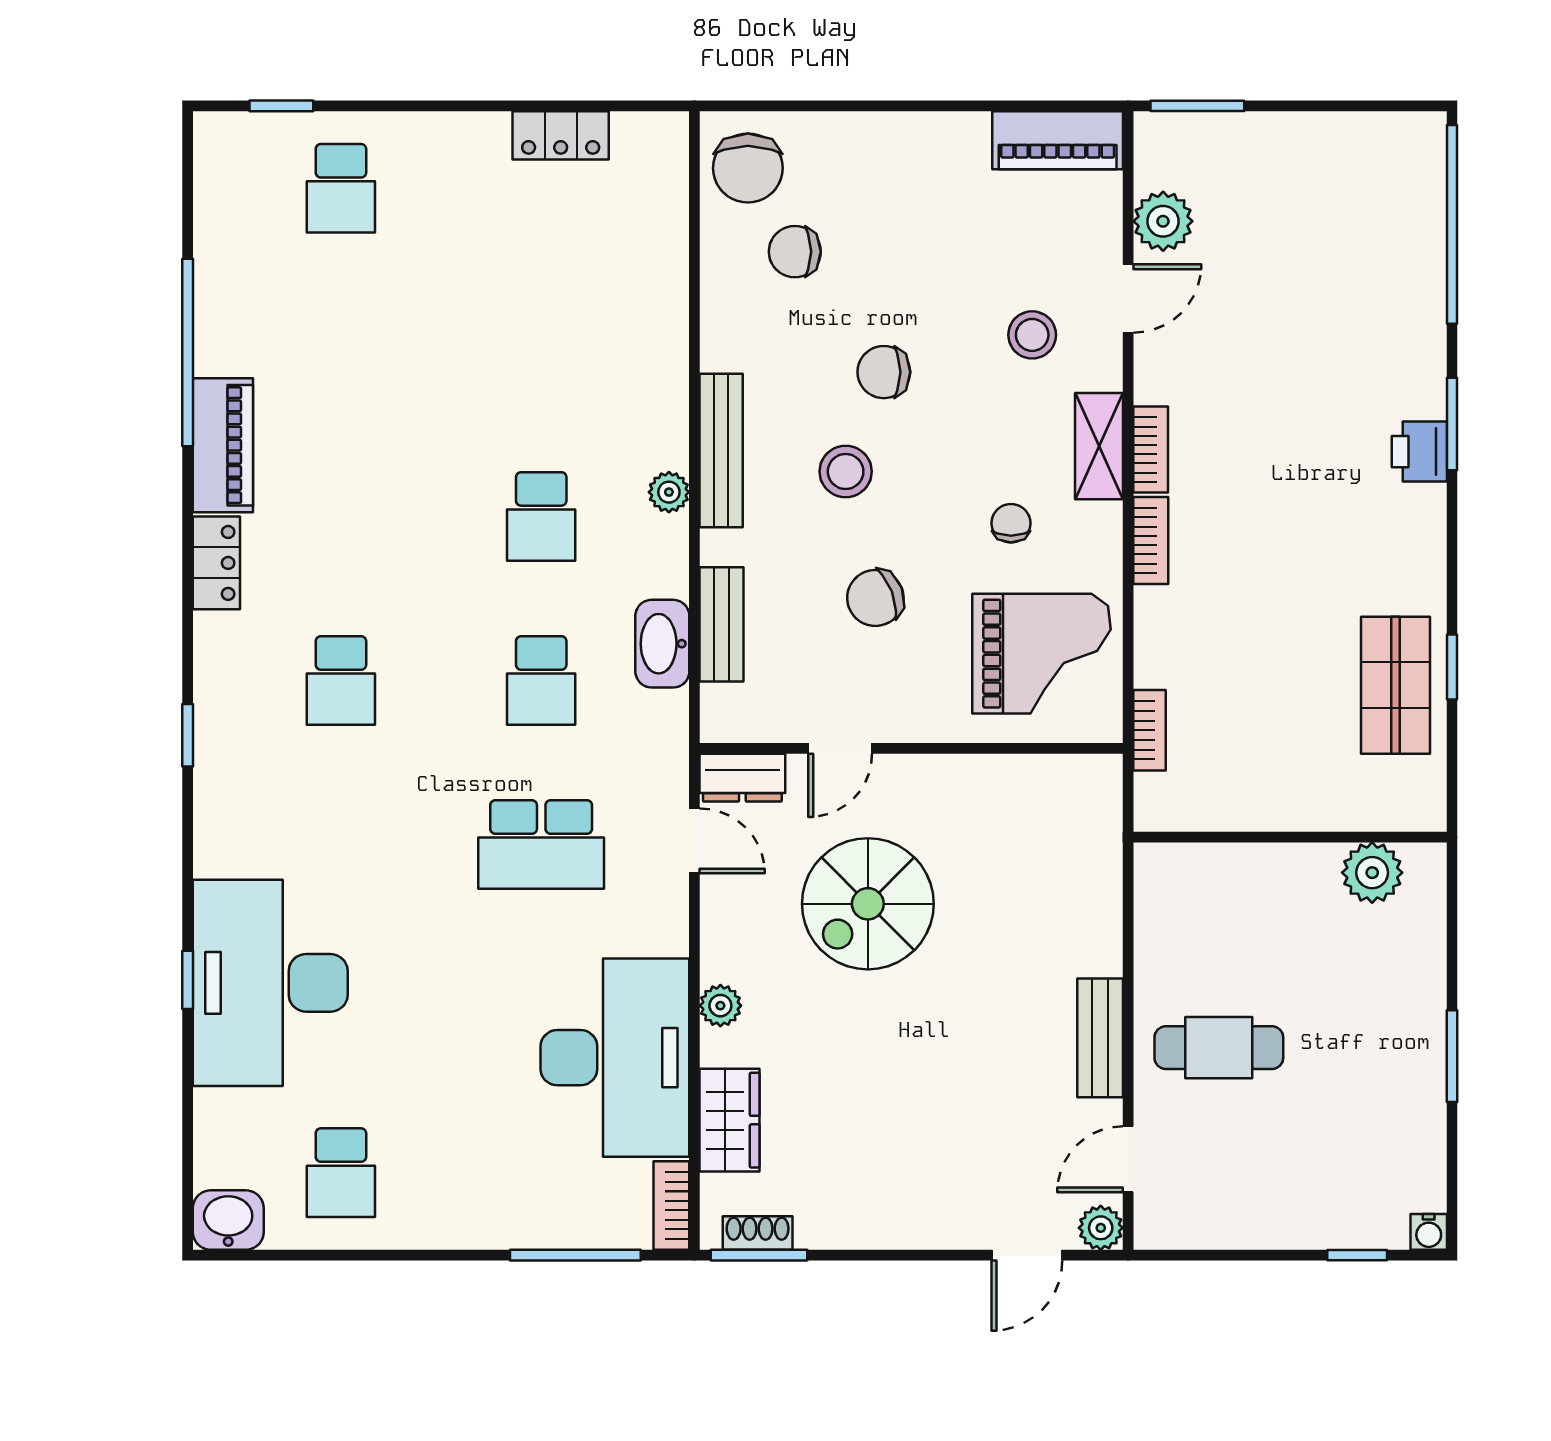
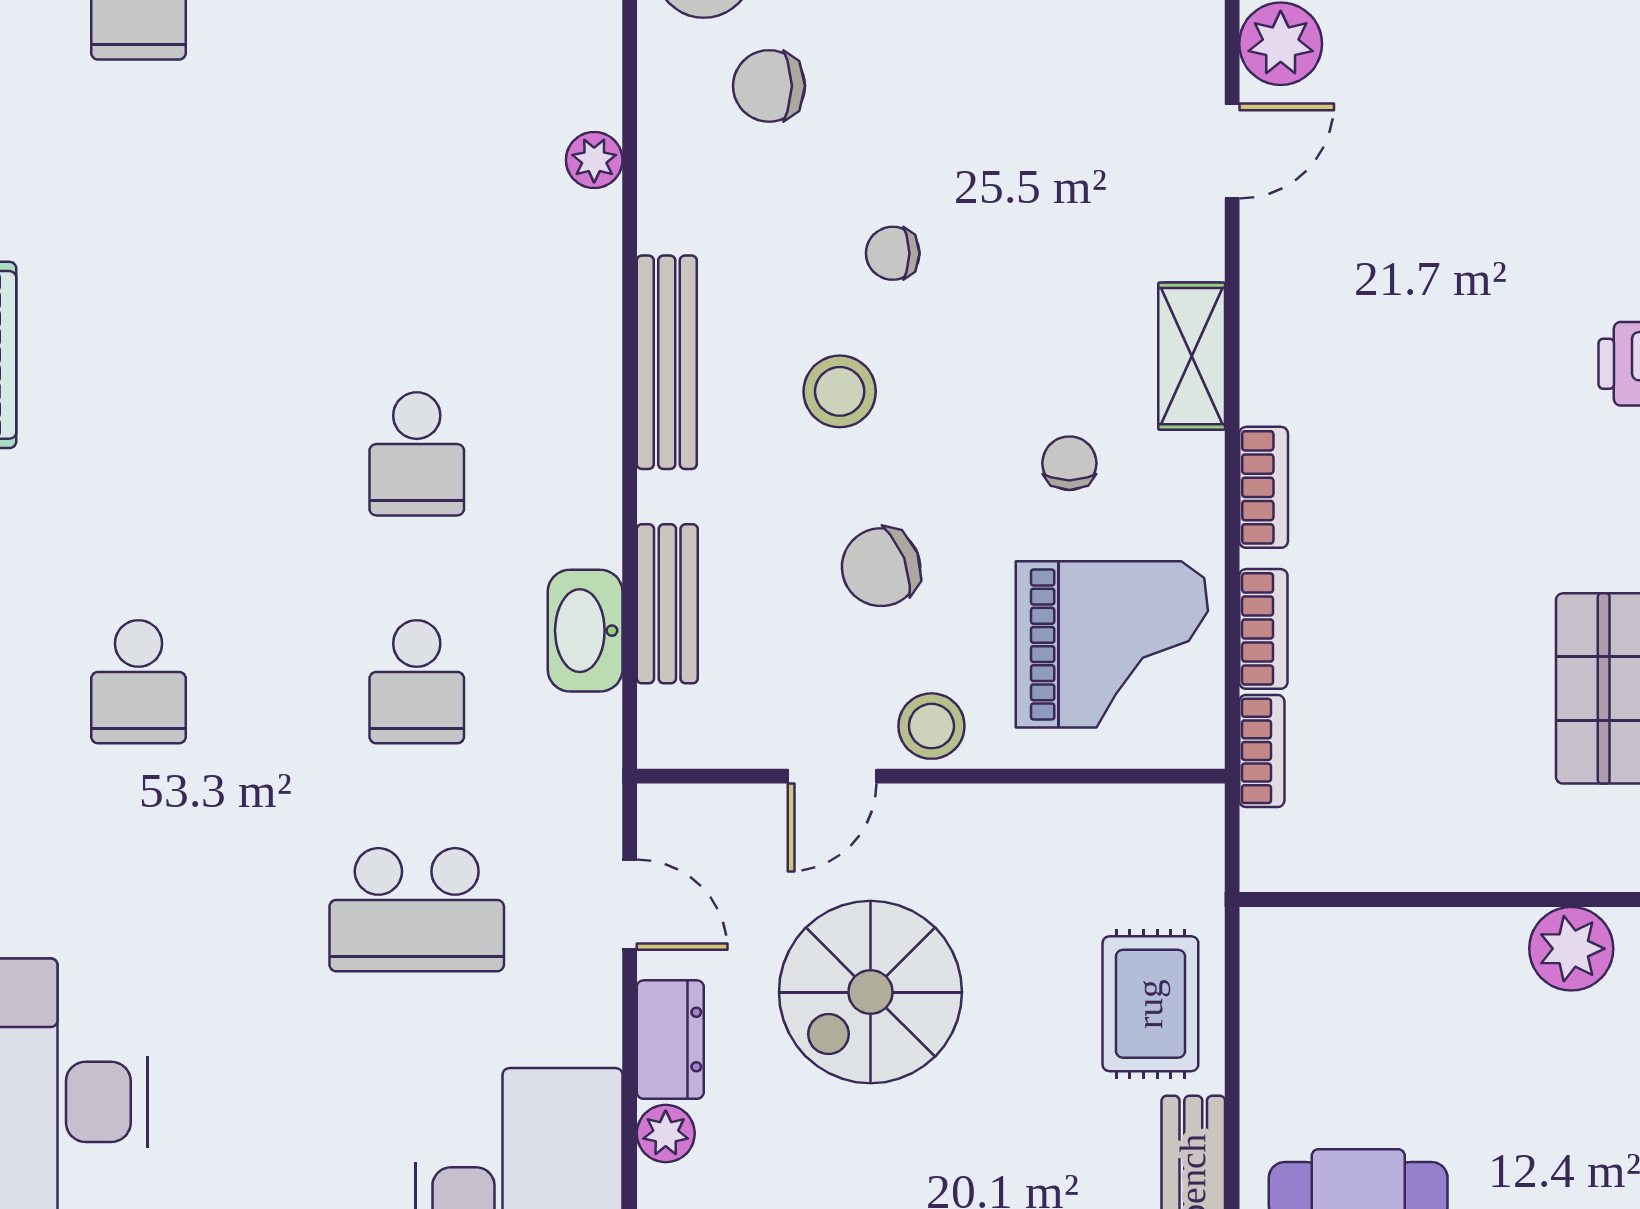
stool: (1032, 335) -> (931, 726), moved
chair: (884, 372) -> (893, 253), width x0.73, depth x0.73
bookcase: (1151, 450) -> (1263, 629), moved
plant: (669, 492) -> (594, 160), moved
dresser: (742, 778) -> (670, 1040), moved, turned -90
rug: (1069, 912) -> (1150, 1004), added

